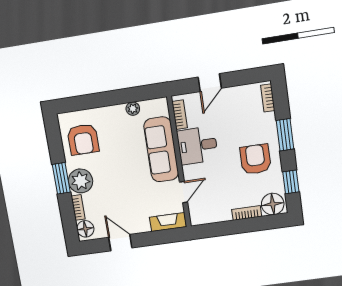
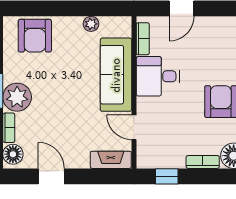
armchair: (83, 139) -> (35, 36), moved
door: (183, 192) -> (134, 127), swing flipped
window: (218, 229) -> (167, 176), added

